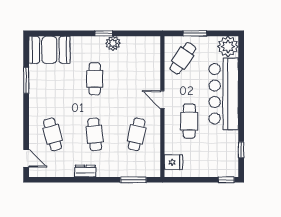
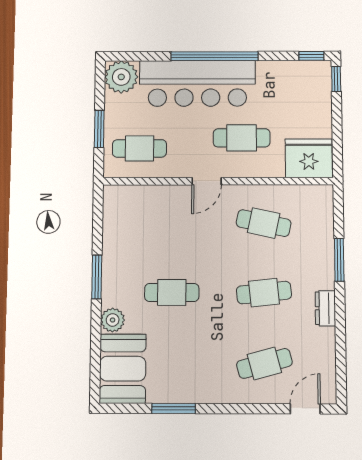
window: (104, 33) -> (97, 277), width x1.50
plant: (113, 43) -> (113, 320), moved
cafe table: (183, 58) -> (139, 148), turned -34
window: (241, 104) -> (214, 56), added
window: (241, 150) -> (311, 56), moved
fridge: (173, 162) -> (309, 158), width x1.88, depth x1.34
window: (133, 180) -> (339, 260), moved

